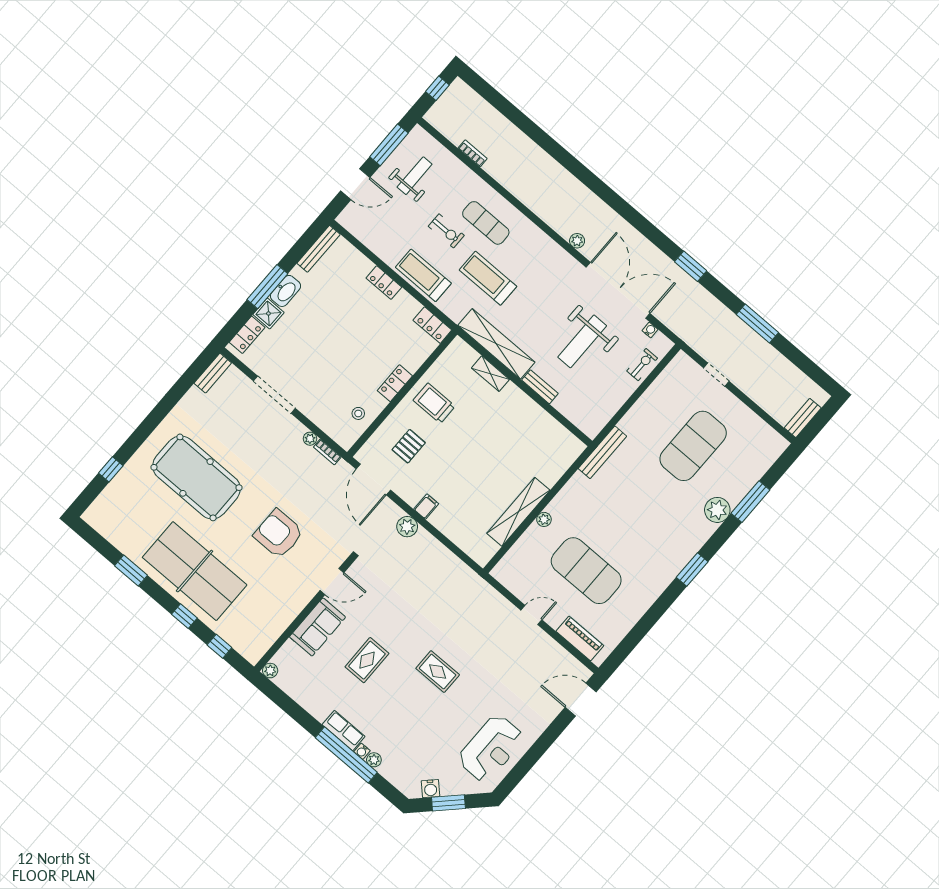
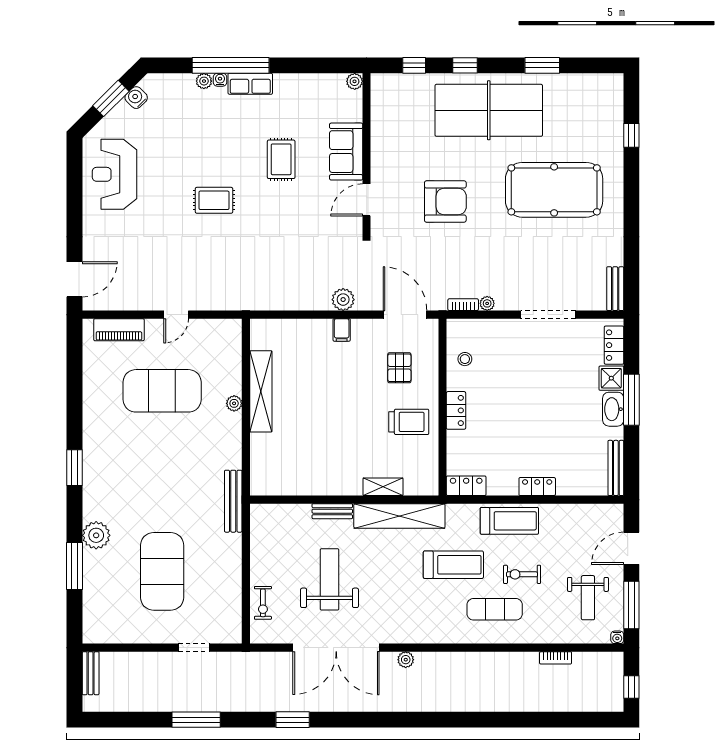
water cooler: (650, 330) -> (617, 637), moved

